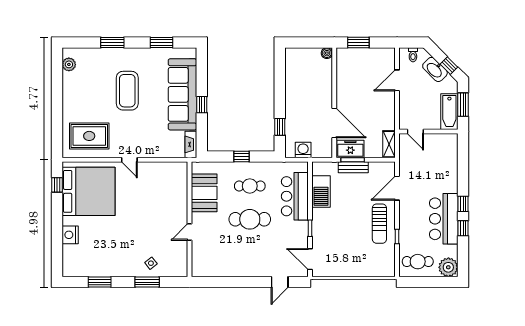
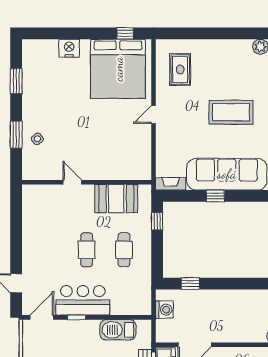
rug: (89, 136) -> (180, 70), width x0.73, depth x0.70
window: (241, 156) -> (157, 221), moved
bar counter: (295, 196) -> (83, 300), moved
cafe table: (250, 219) -> (87, 250), width x0.73, depth x0.74

